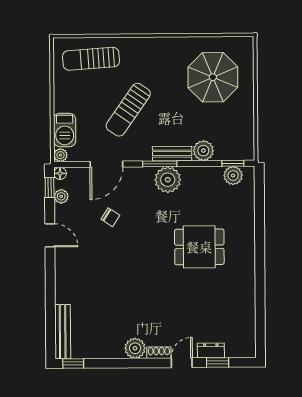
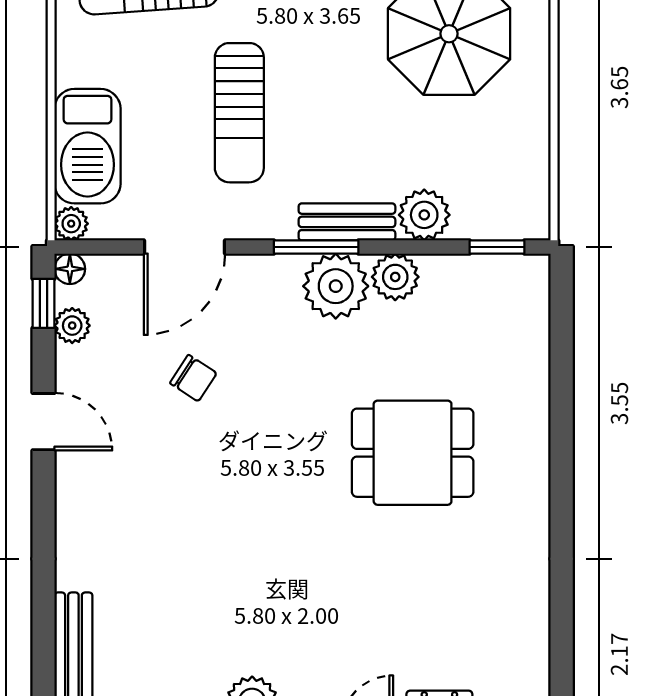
sun lounger: (128, 110) -> (239, 113), turned -35
barbecue: (65, 130) -> (88, 146), width x1.37, depth x1.21
plant: (233, 175) -> (395, 277), moved

